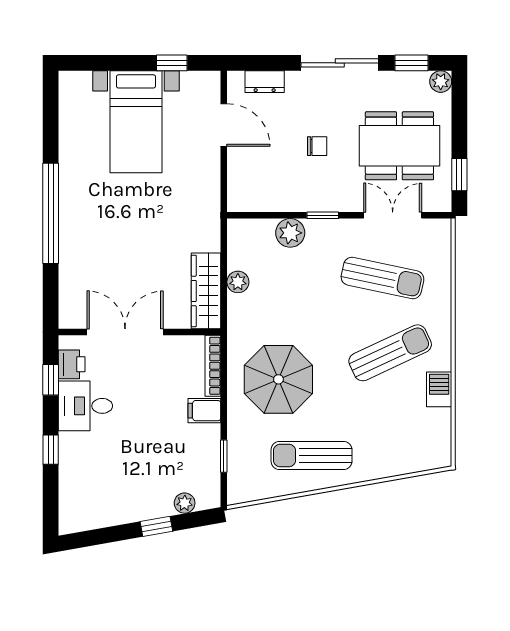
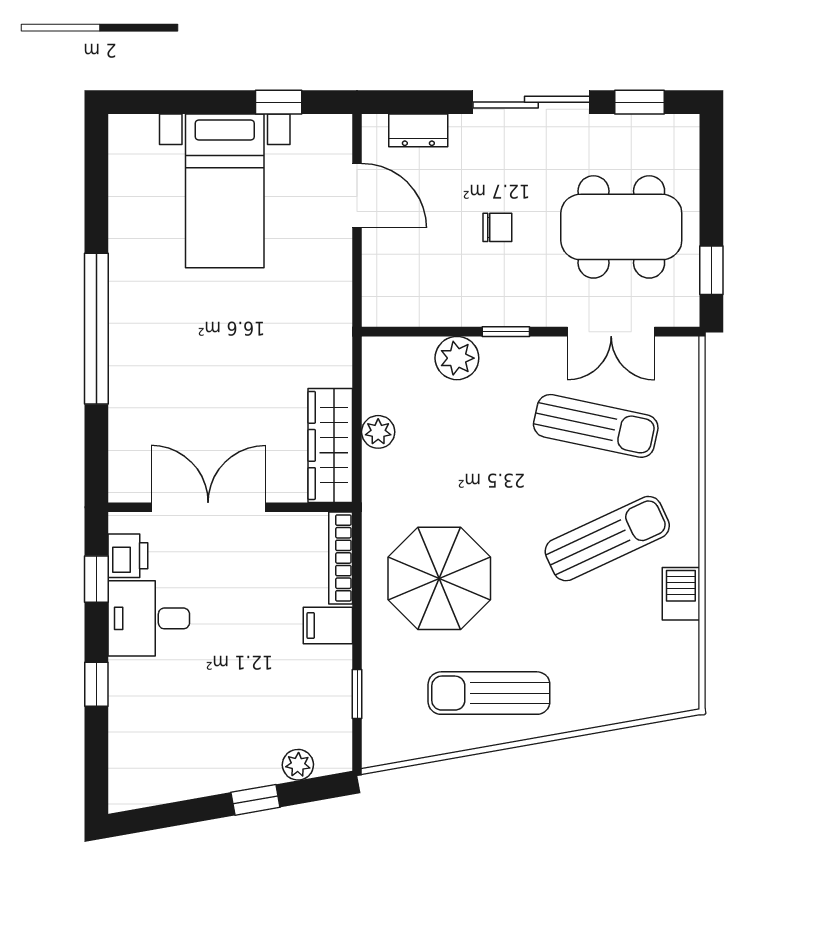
plant: (441, 82) -> (683, 130), removed
double door: (393, 215) -> (611, 332), swing flipped

